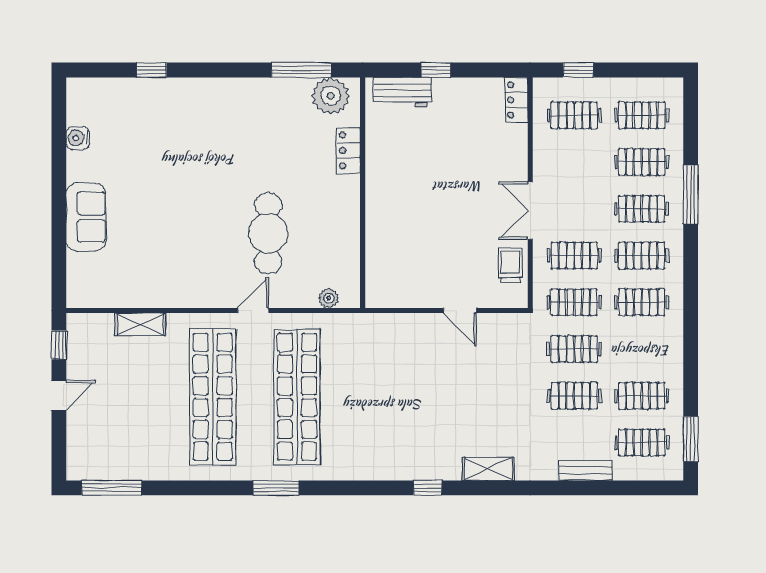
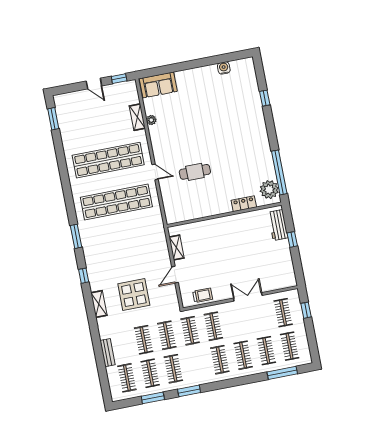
window: (301, 70) -> (279, 172), width x1.46
locker: (516, 100) -> (285, 282), removed
window: (691, 195) -> (282, 373), moved
double door: (530, 210) -> (248, 297), moved
sofa: (86, 217) -> (158, 85), moved
cafe table: (268, 233) -> (195, 172), width x0.73, depth x0.74
shelving: (408, 297) -> (176, 248), added
plant: (329, 298) -> (151, 120), moved
clothes rail: (642, 302) -> (173, 369), moved
window: (691, 327) -> (189, 391), added
display table: (483, 398) -> (134, 295), added
window: (691, 439) -> (153, 398), moved
window: (112, 488) -> (53, 119), width x0.69
window: (276, 488) -> (76, 236), moved

